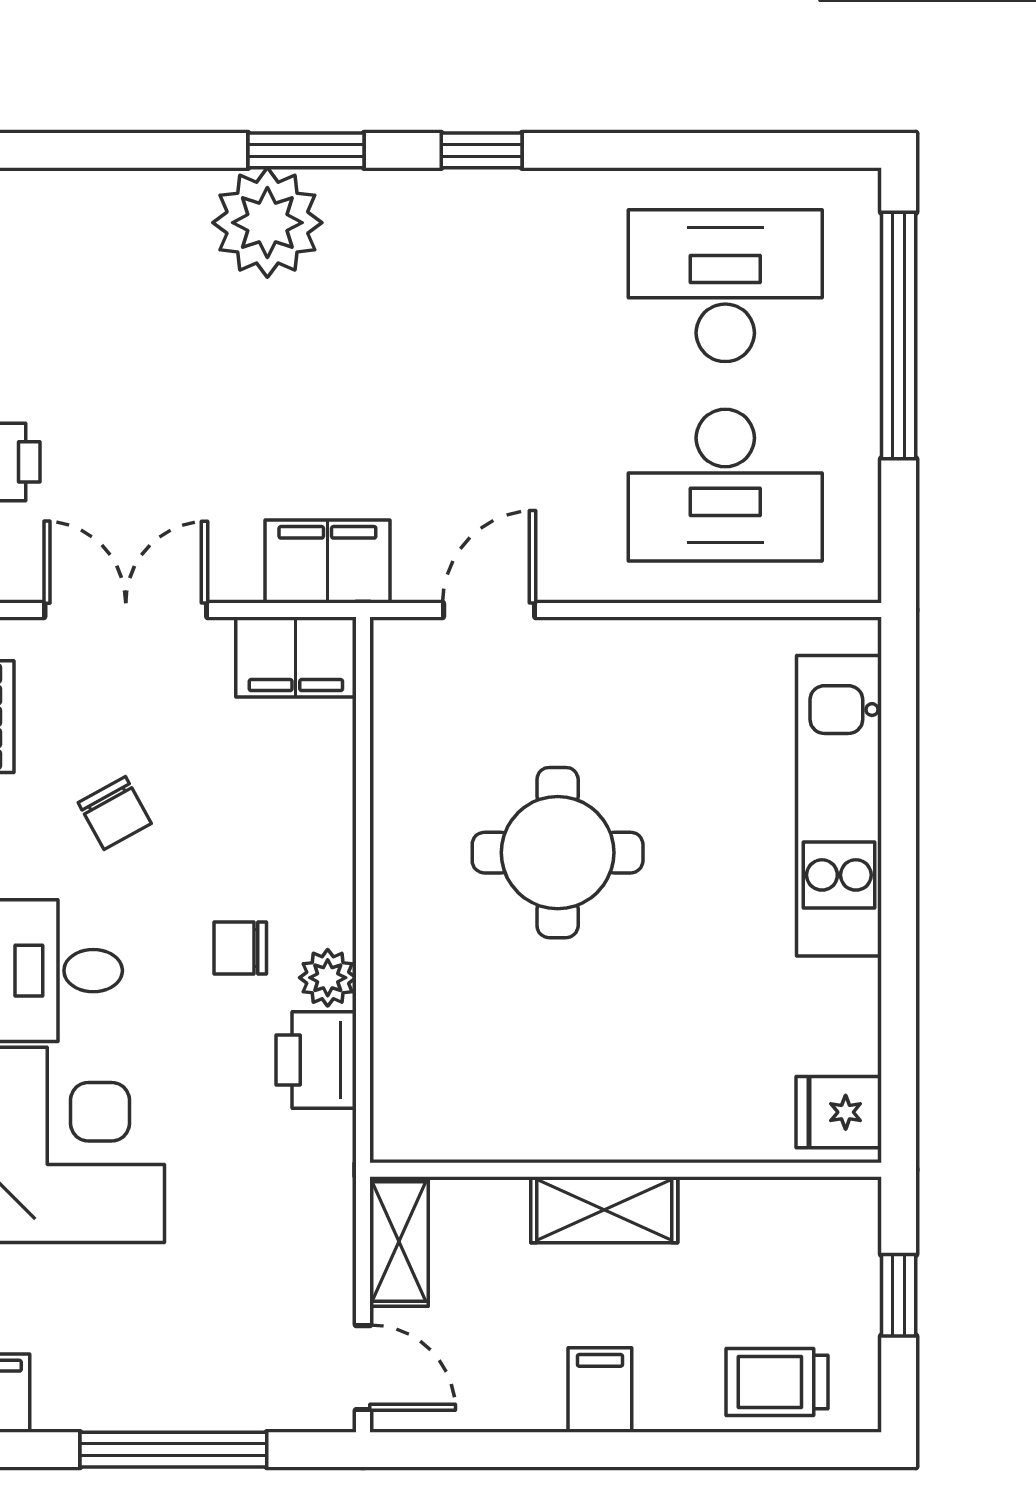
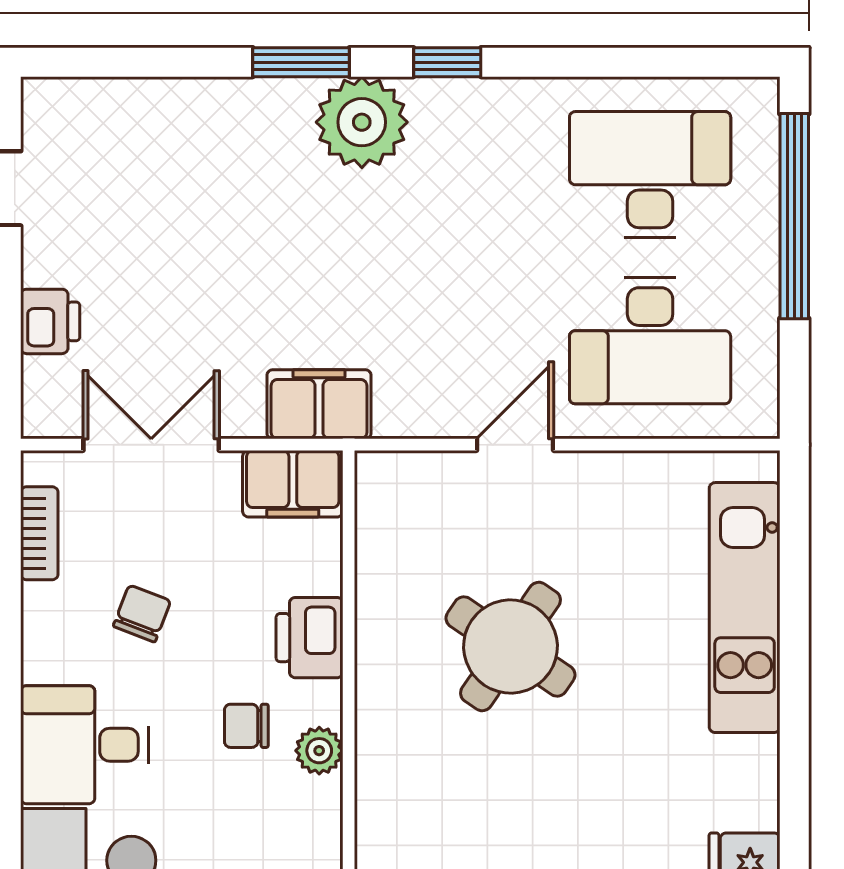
plant: (267, 223) -> (362, 122), moved
door: (489, 610) -> (515, 445), moved
chair: (115, 813) -> (142, 614), turned -130
round table: (558, 853) -> (510, 646), turned 34
printer: (316, 1060) -> (310, 638), moved

